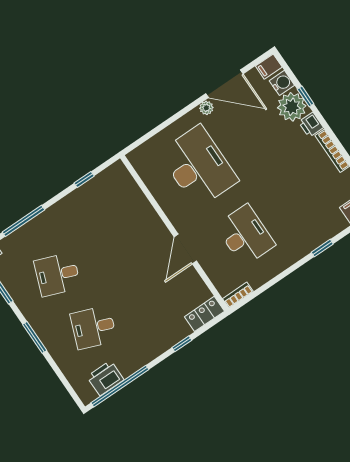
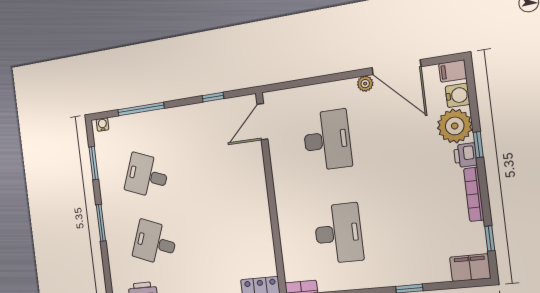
window: (306, 96) -> (478, 145), moved
desk: (199, 167) -> (327, 140), width x0.73, depth x0.77
door: (185, 249) -> (262, 122), moved

